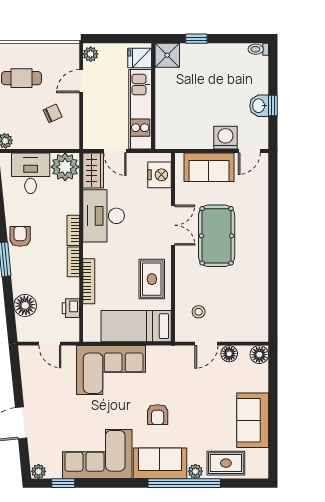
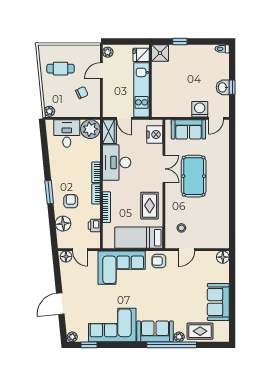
armchair: (20, 236) -> (71, 201), moved
floor lamp: (229, 354) -> (66, 257), moved
armchair: (158, 415) -> (159, 261), moved, turned 90

